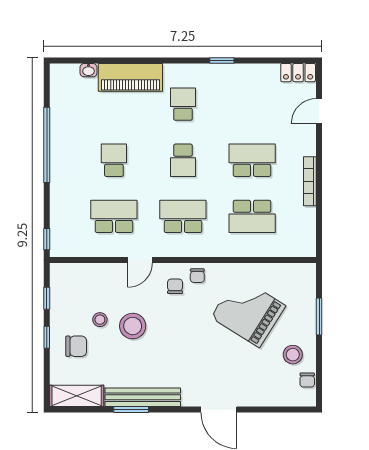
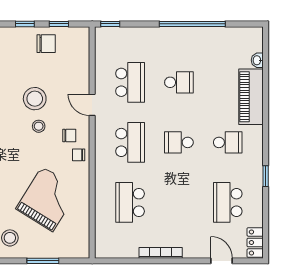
school desk: (252, 160) -> (228, 202), moved, turned 180
stool: (100, 320) -> (39, 126), moved
chair: (76, 346) -> (46, 44), moved, turned -90

